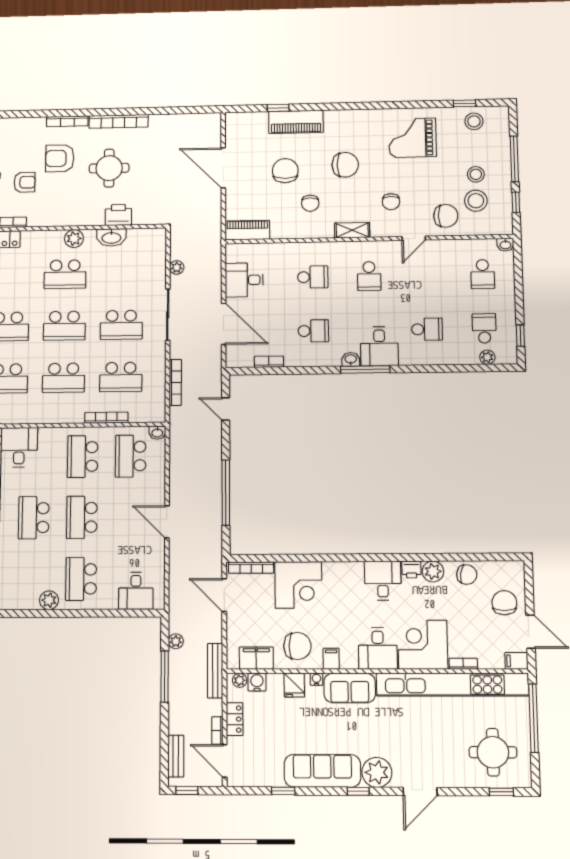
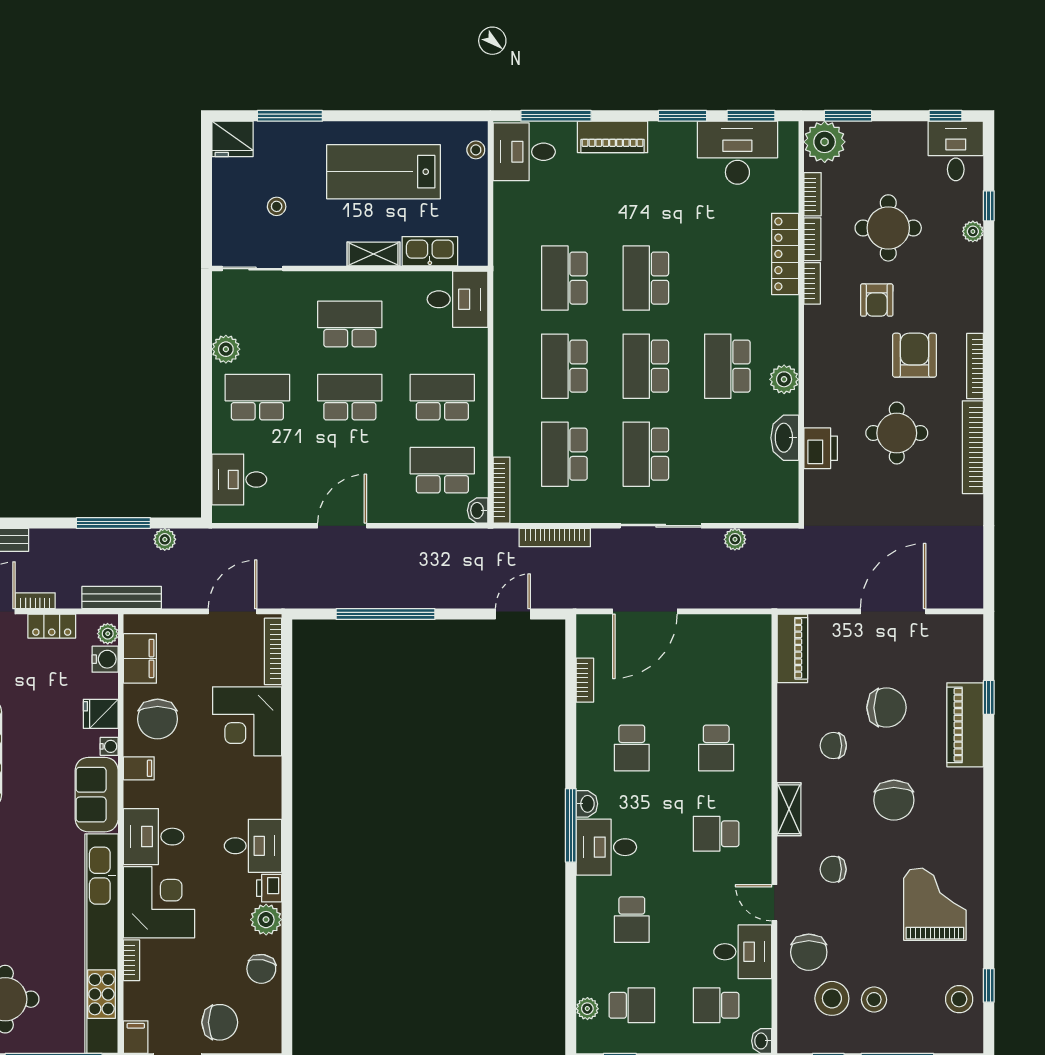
desk: (244, 280) -> (743, 952), moved, turned 90
bookcase: (106, 418) -> (502, 490), moved

